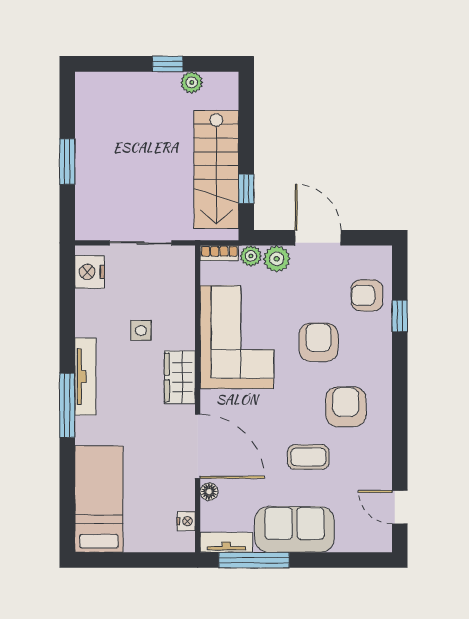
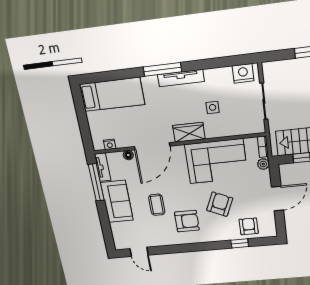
plant: (277, 259) -> (263, 178), removed
armchair: (318, 342) -> (220, 204), turned -66
door: (400, 507) -> (139, 252), swing flipped

